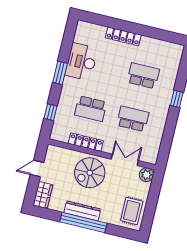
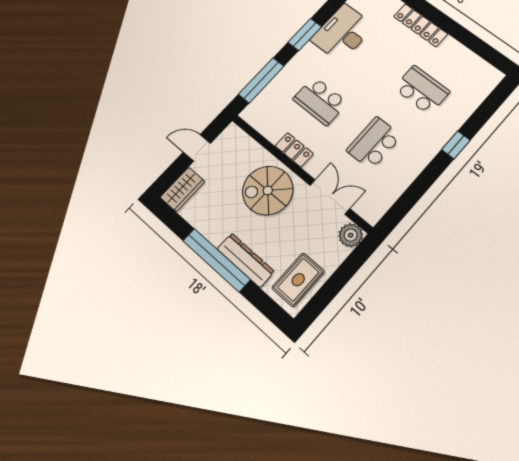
window: (51, 112) -> (261, 80), width x2.17
school desk: (133, 119) -> (374, 143), turned -90
locker: (86, 142) -> (294, 150), width x0.66
dresser: (82, 211) -> (246, 260), moved

